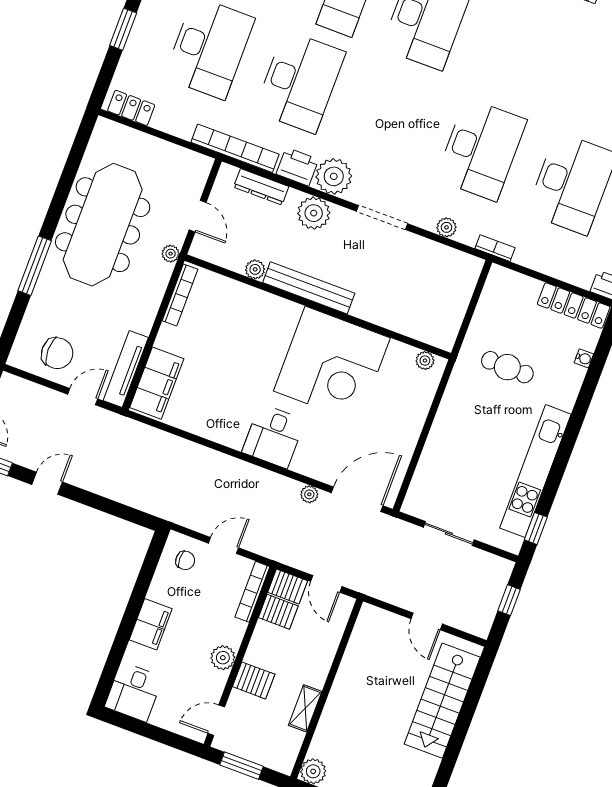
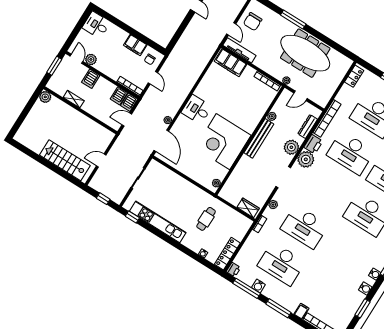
wardrobe: (465, 280) -> (248, 208), added
filing cabinet: (151, 624) -> (135, 45), moved
plant: (223, 658) -> (91, 59), moved

